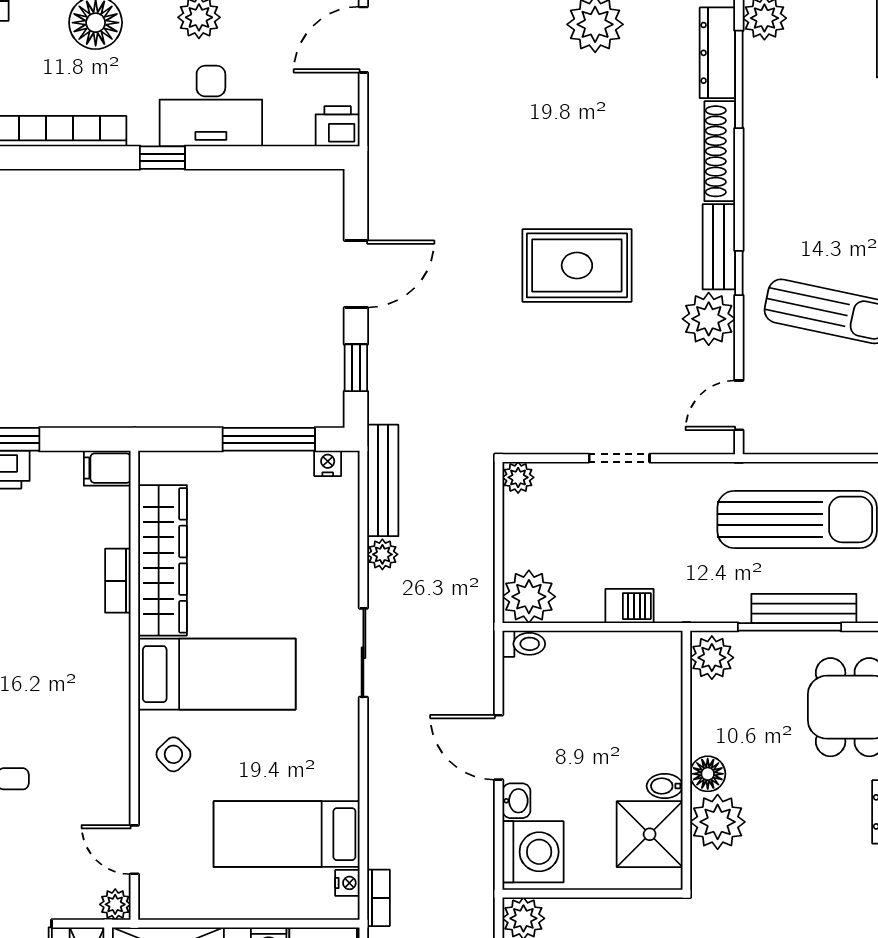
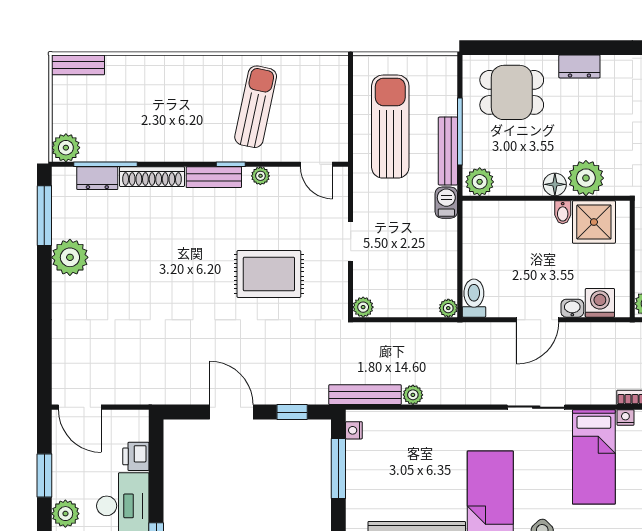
dresser: (717, 53) -> (97, 178), width x0.70
printer: (338, 126) -> (136, 456), moved
rug: (577, 265) -> (269, 274), moved, turned 90
plant: (709, 319) -> (260, 176), width x0.53, depth x0.53
plant: (529, 597) -> (448, 308), width x0.53, depth x0.53
barbecue: (630, 606) -> (446, 203), moved
bench: (804, 609) -> (448, 151), moved
toilet: (524, 644) -> (474, 298), width x1.37, depth x1.39
sliding door: (363, 653) -> (536, 407), moved
washing machine: (533, 852) -> (600, 303), width x0.73, depth x0.73

